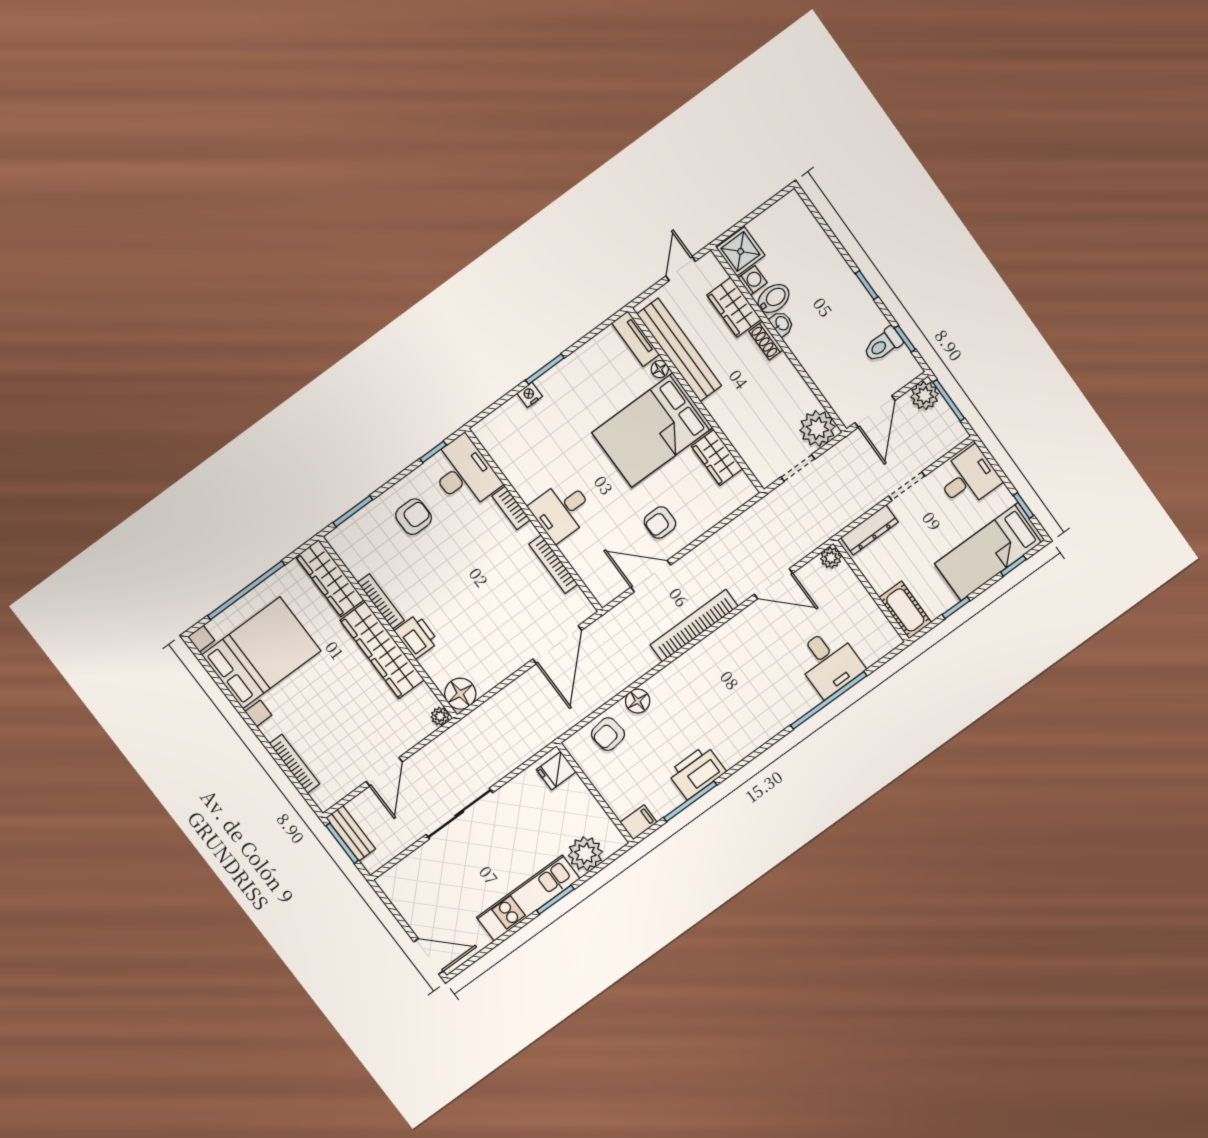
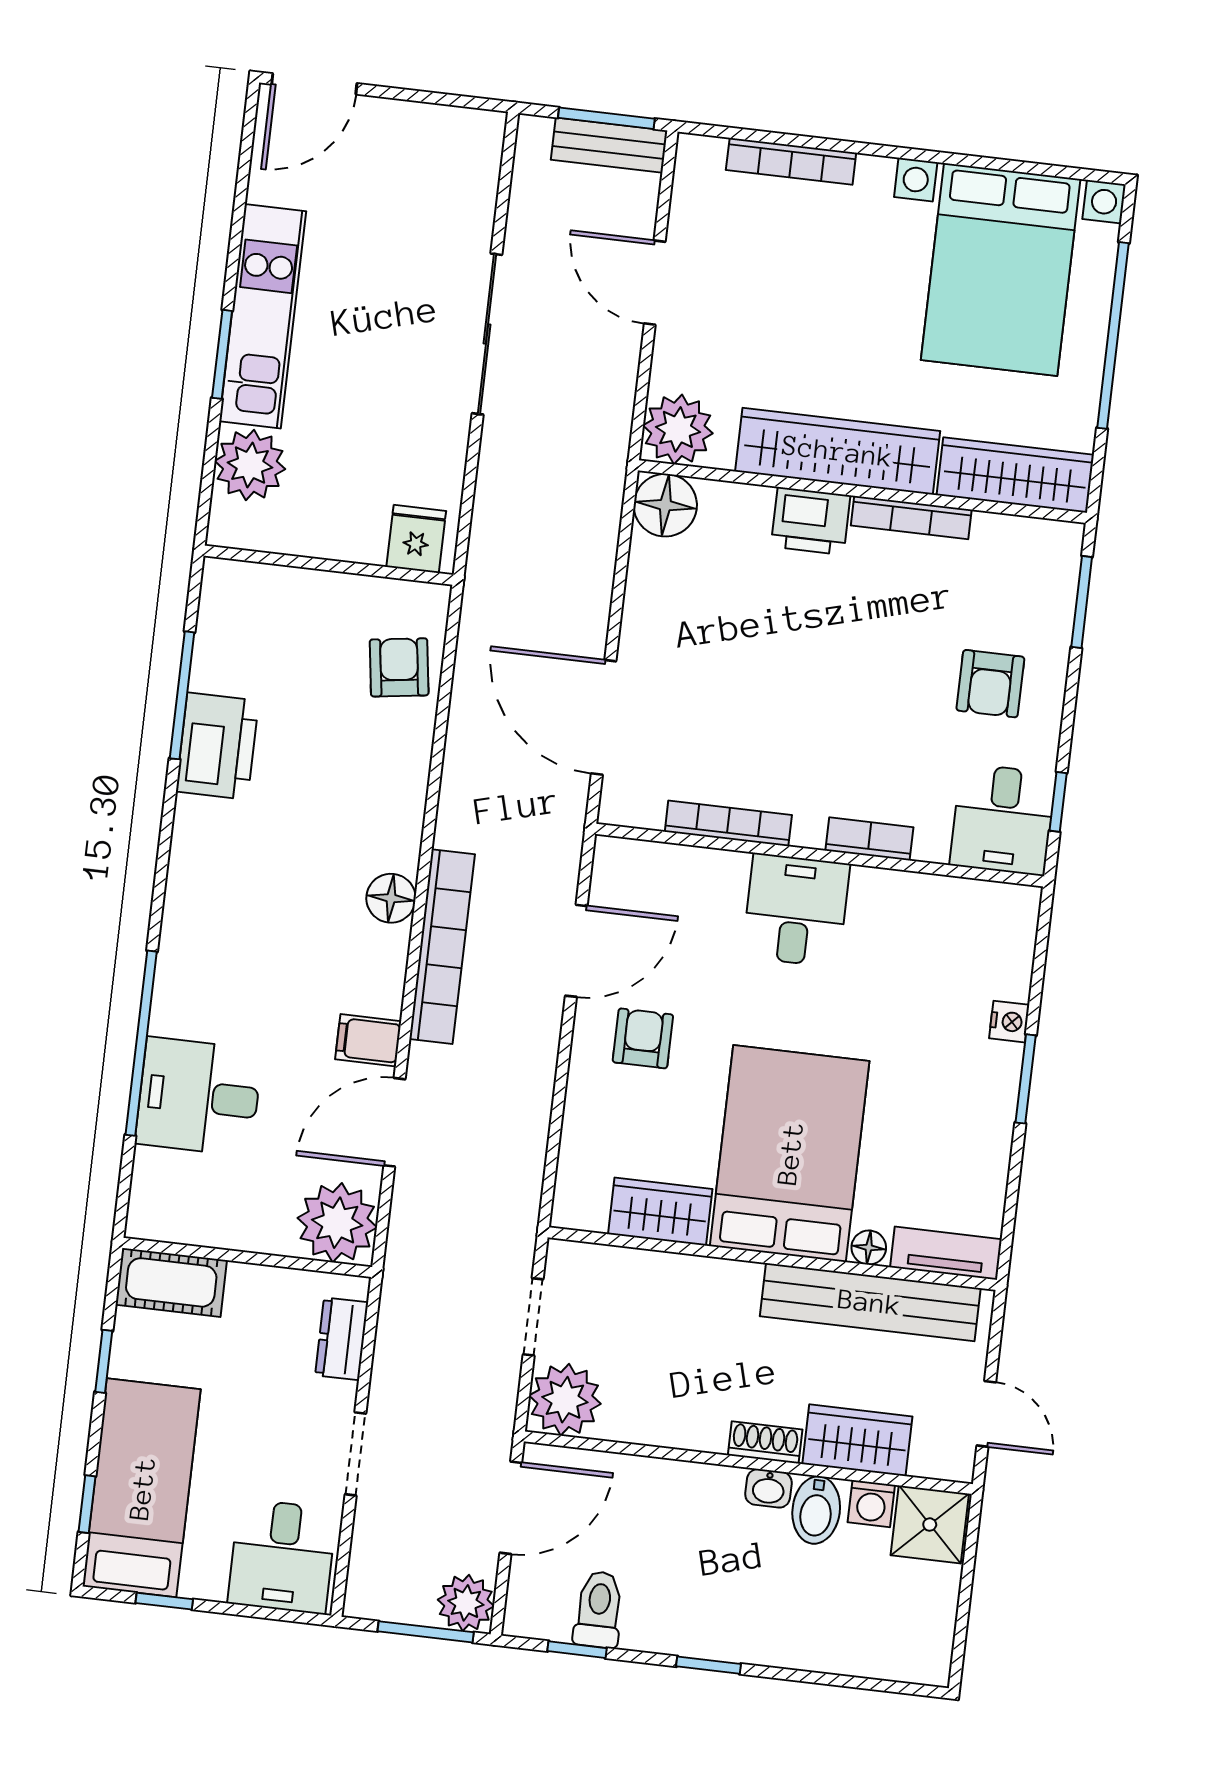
door: (875, 411) -> (511, 1508), swing flipped
desk: (464, 473) -> (1003, 819), width x0.73
dresser: (869, 530) -> (342, 1339), width x0.70
plant: (831, 558) -> (337, 1223), width x1.88, depth x1.88
floor lamp: (638, 701) -> (391, 898), moved
plant: (440, 716) -> (678, 429), width x1.88, depth x1.88
filing cabinet: (639, 822) -> (368, 1040), moved, turned 90

